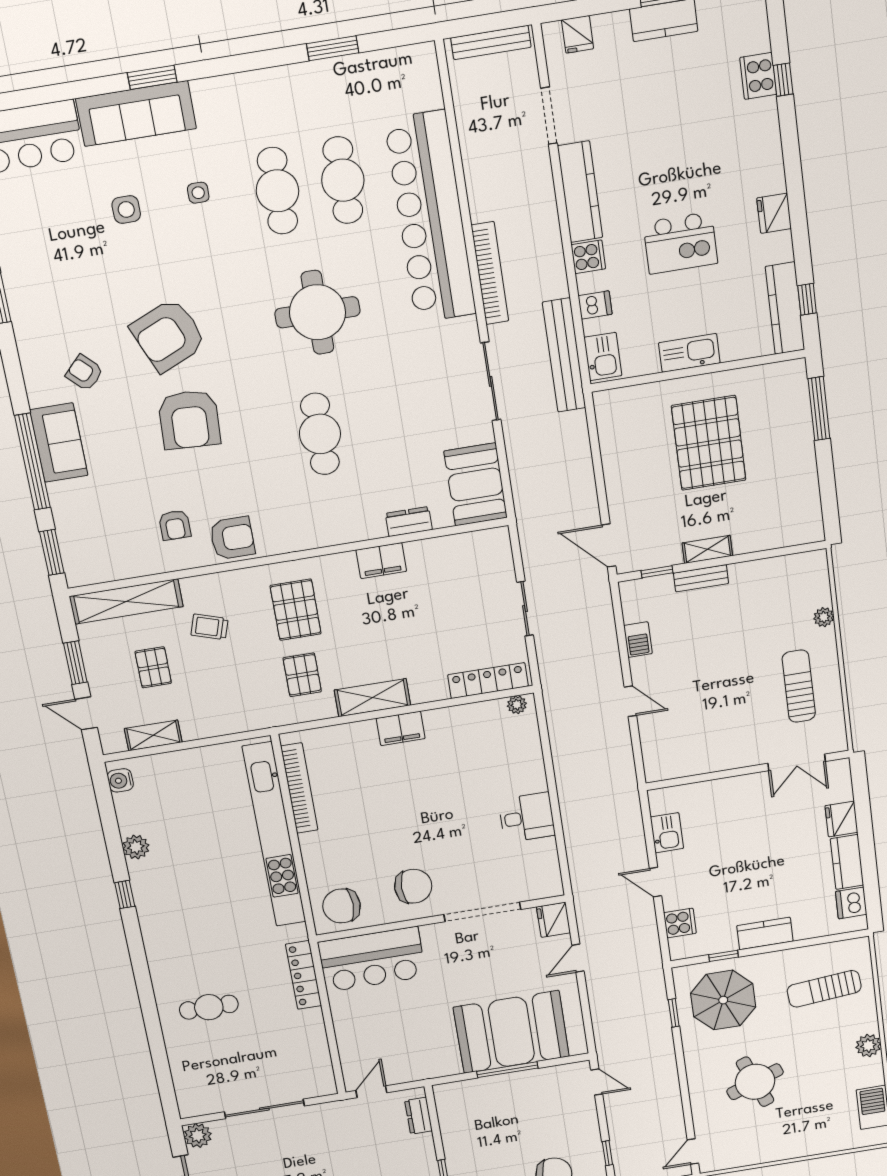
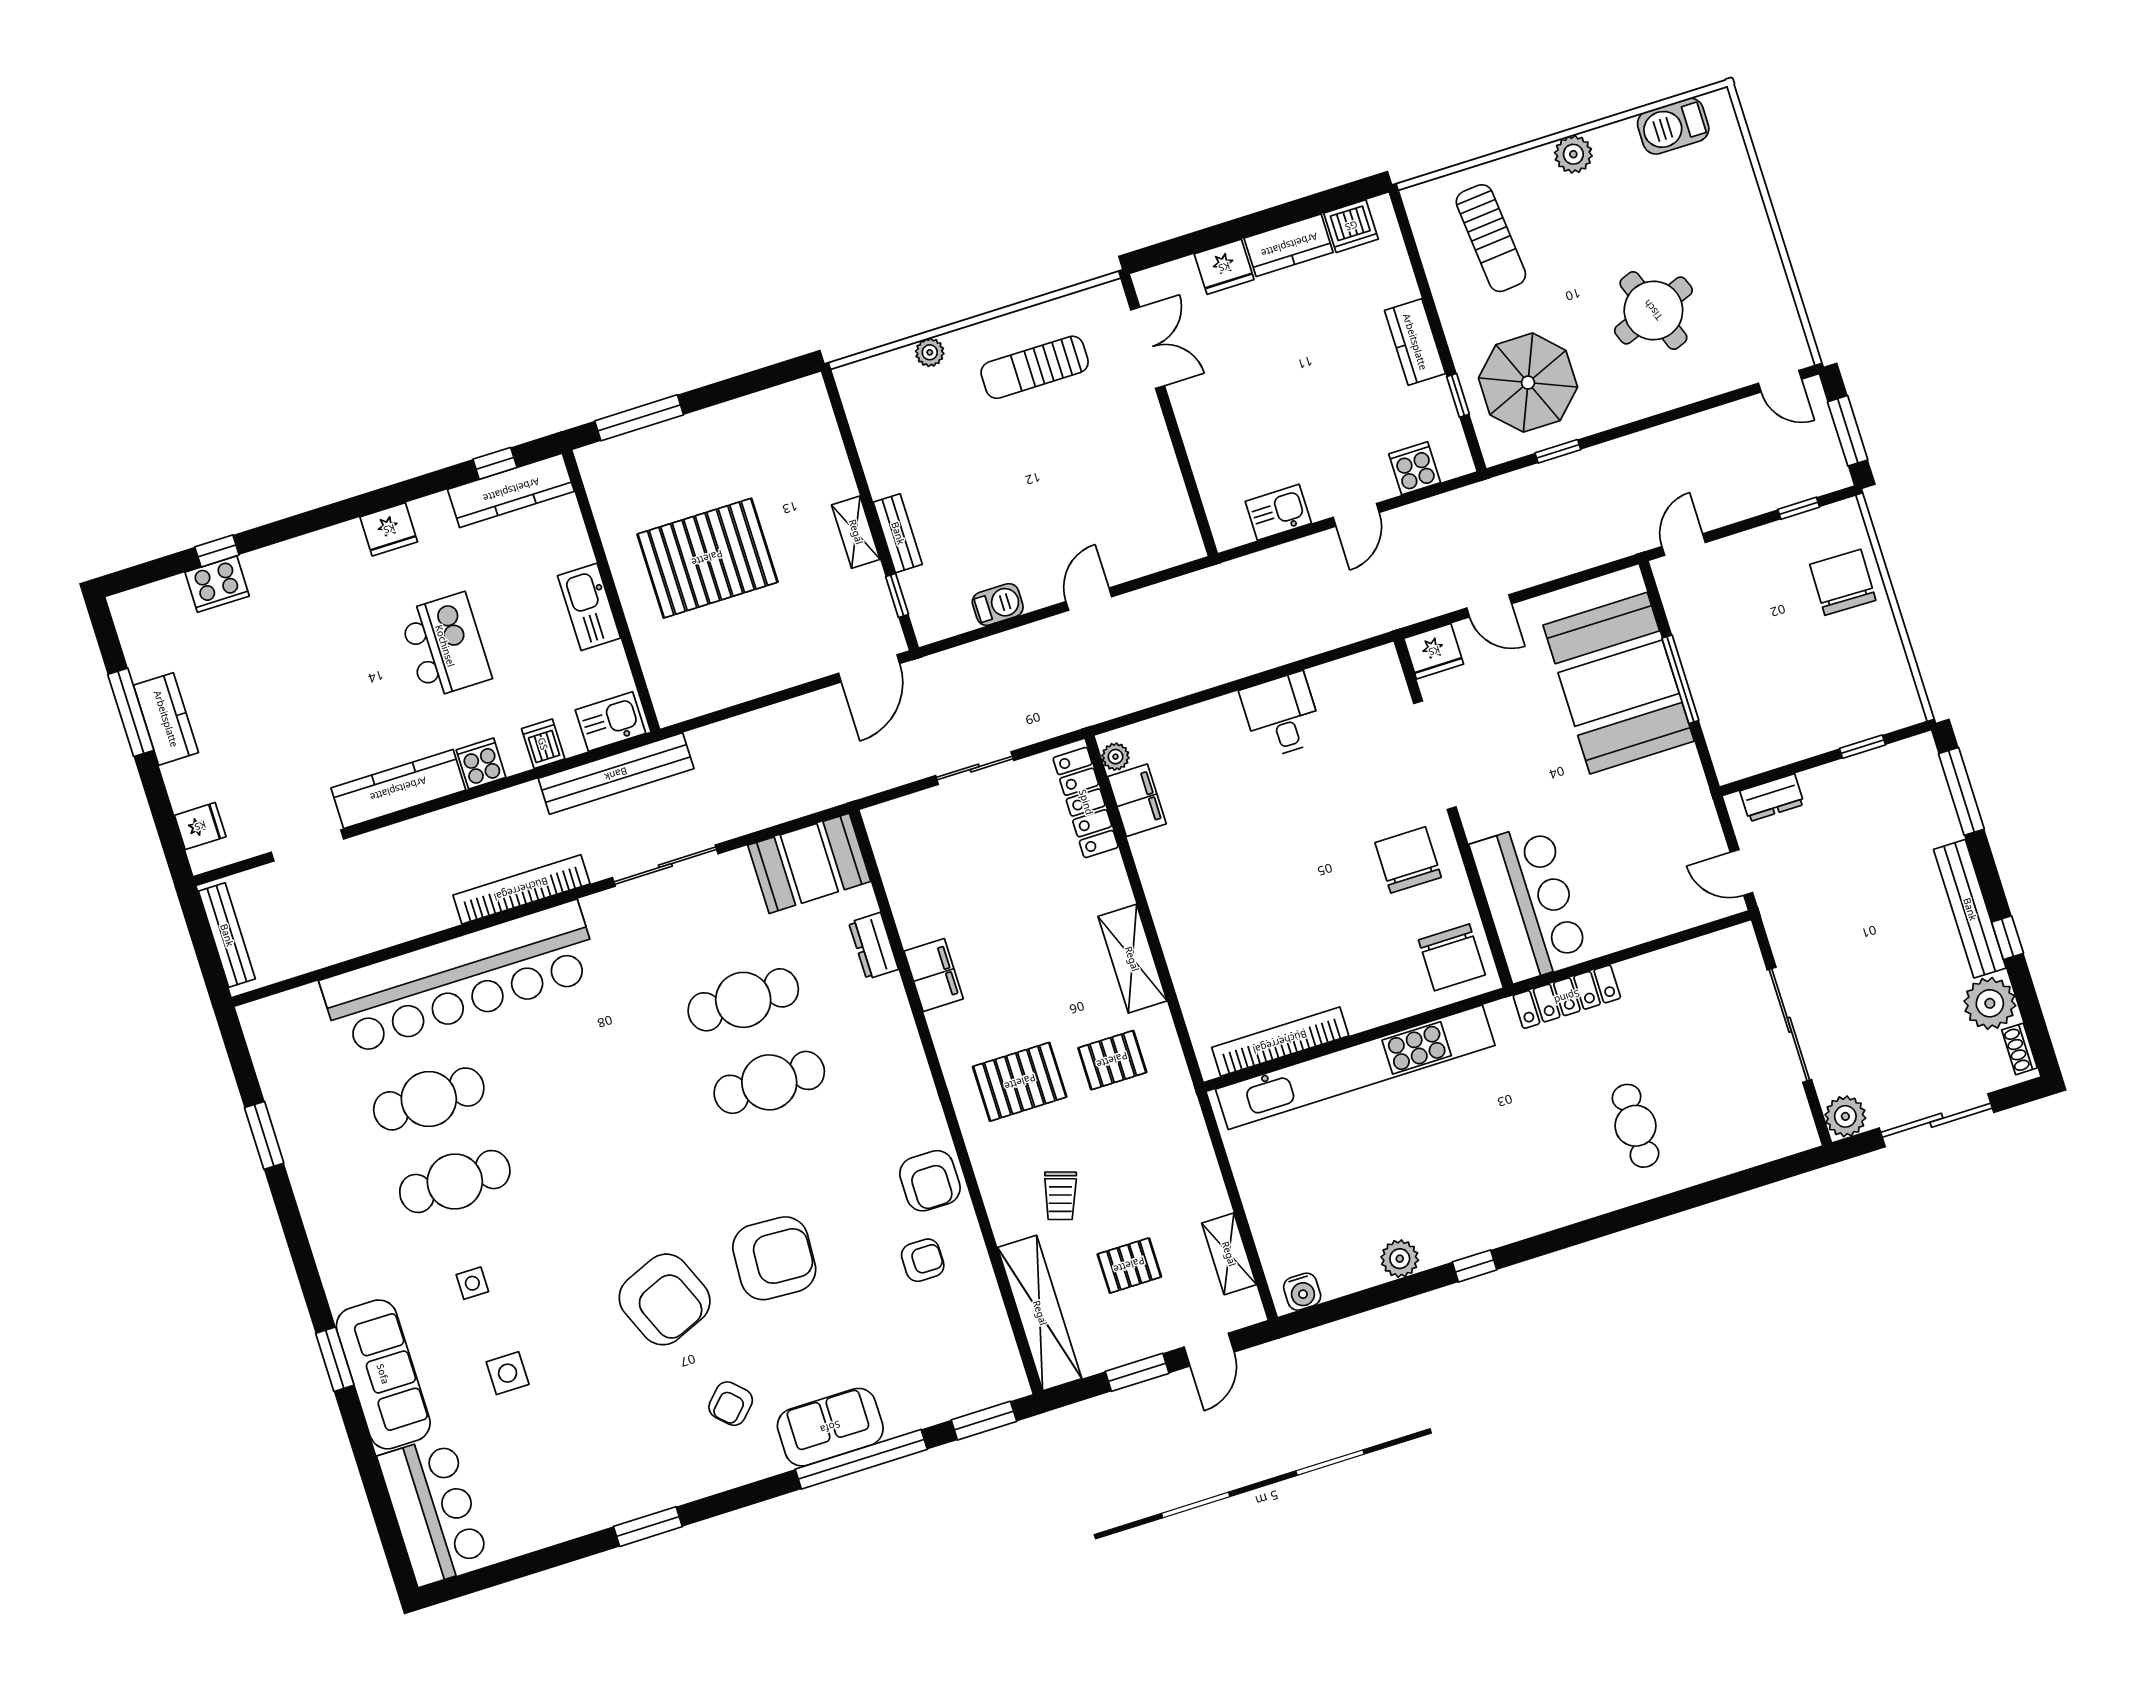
round table: (317, 312) -> (606, 1108), removed
cafe table: (383, 424) -> (743, 1000), added
armchair: (232, 538) -> (930, 1181), turned 180
filing cabinet: (401, 728) -> (1137, 800), moved

